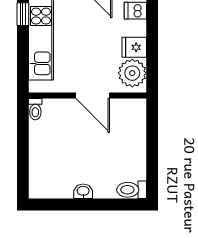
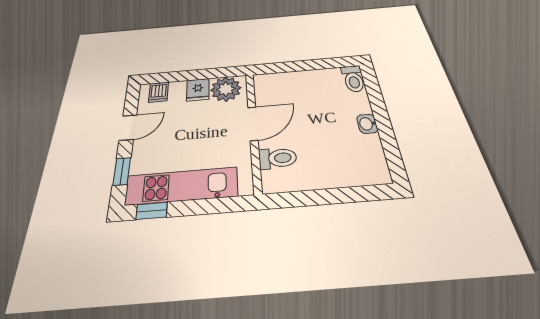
toilet: (35, 109) -> (278, 158), moved, width x1.37, depth x1.39

